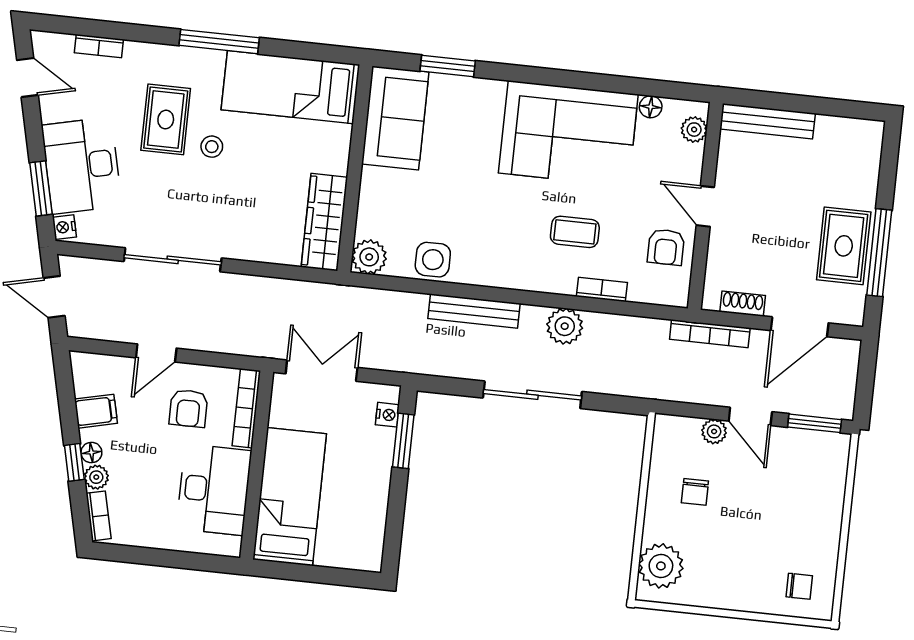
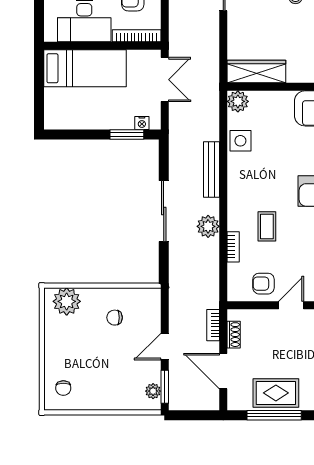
bookcase: (710, 334) -> (213, 325), width x0.64
plant: (714, 431) -> (153, 391), moved

